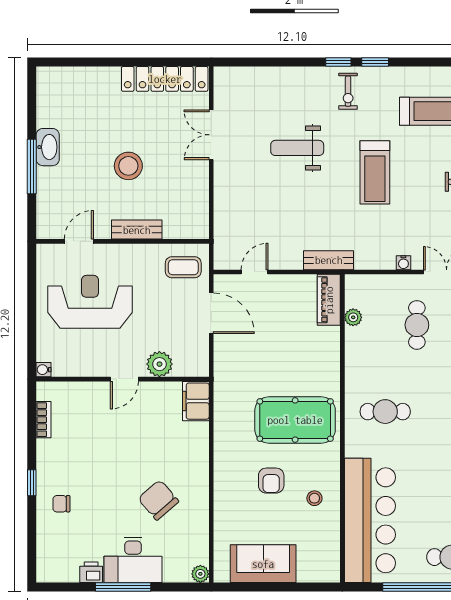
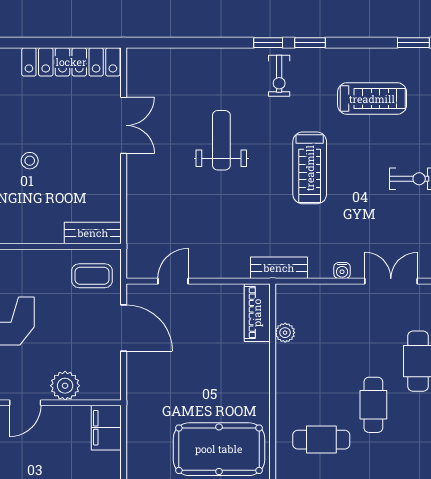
double door: (211, 135) -> (124, 125), swing flipped
weight bench: (297, 148) -> (221, 140), turned 90
stool: (128, 166) -> (30, 161), width x0.53, depth x0.53
bench: (137, 230) -> (93, 233), moved
bench: (329, 260) -> (279, 268), moved
cafe table: (417, 325) -> (373, 405), moved

